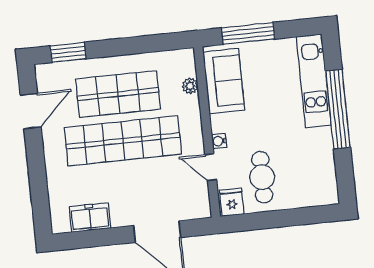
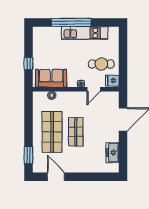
window: (248, 33) -> (28, 63), width x0.46
kitchen unit: (314, 81) -> (85, 33), moved
shop shelf: (123, 141) -> (76, 132), width x0.50, depth x0.74

